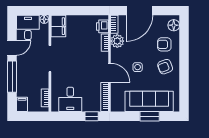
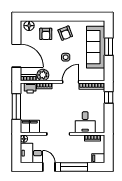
window: (81, 11) -> (16, 106), added
desk: (70, 99) -> (85, 122), moved, turned 90

